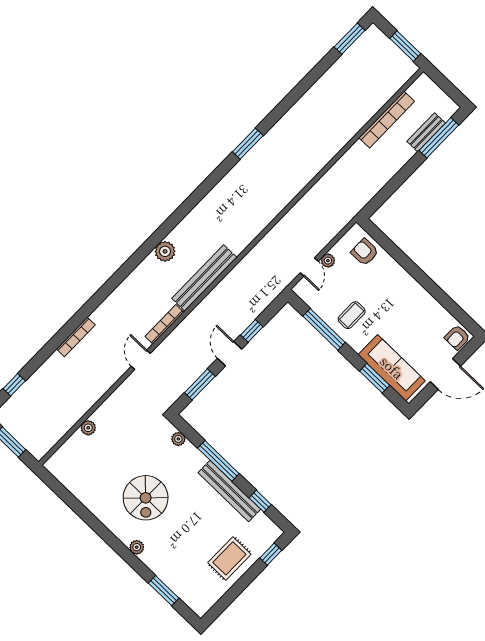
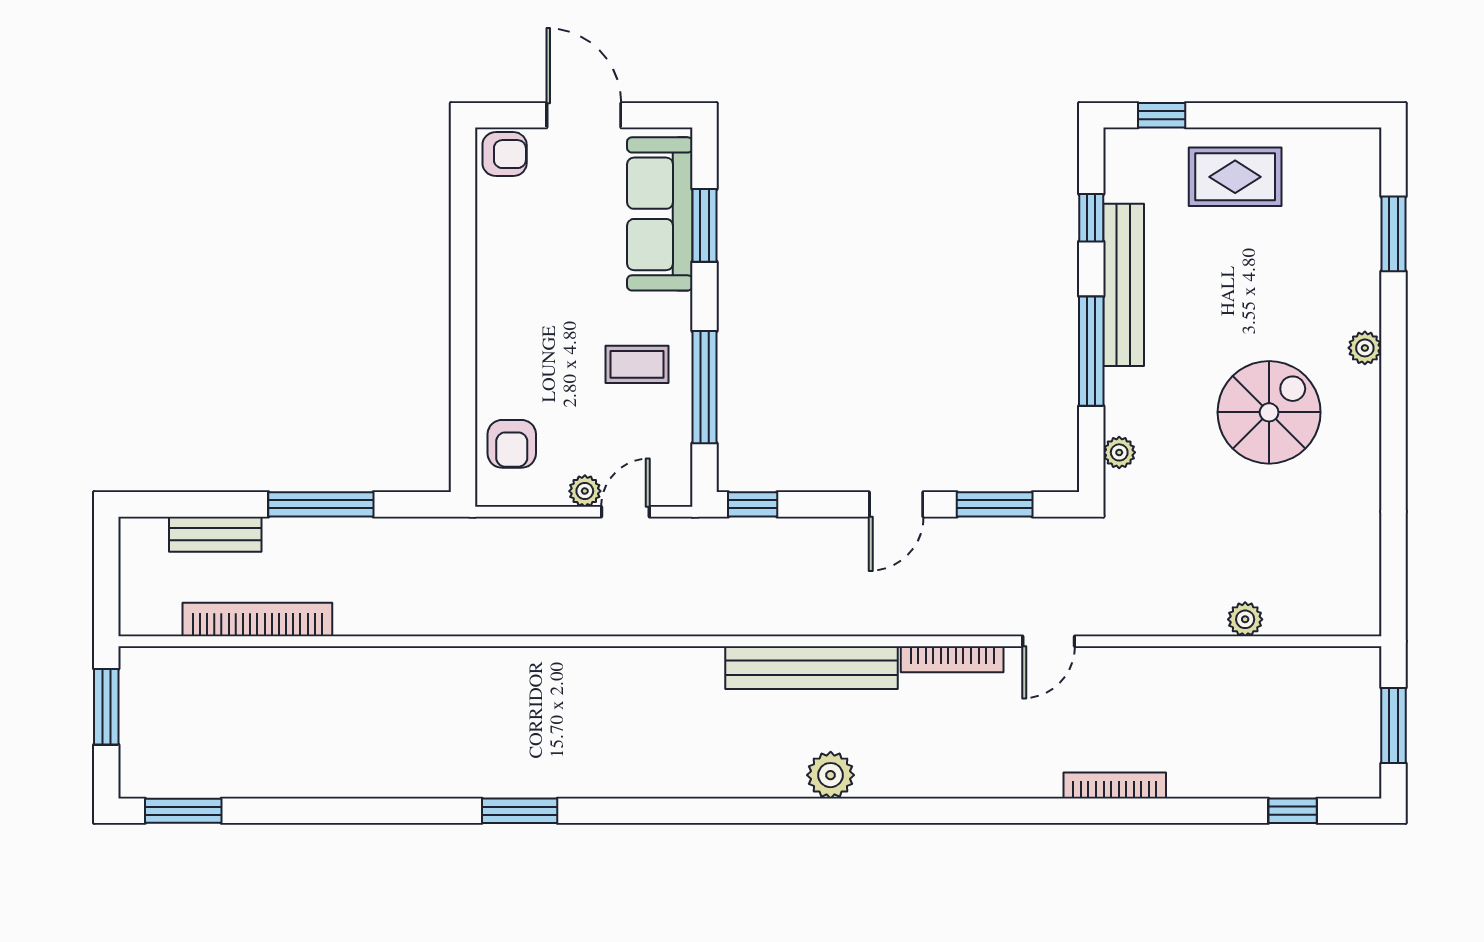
window: (439, 138) -> (321, 504), moved
window: (252, 331) -> (753, 504), moved

